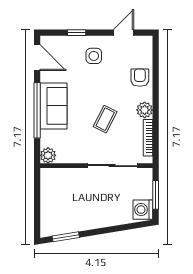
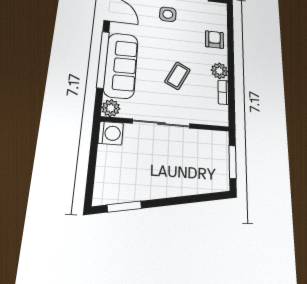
sofa: (53, 106) -> (121, 65), width x1.36
bookcase: (148, 138) -> (223, 92), width x0.64
sliding door: (112, 166) -> (161, 124), moved
washing machine: (143, 210) -> (111, 133), moved, turned 180

